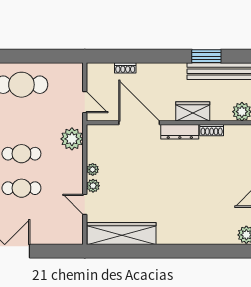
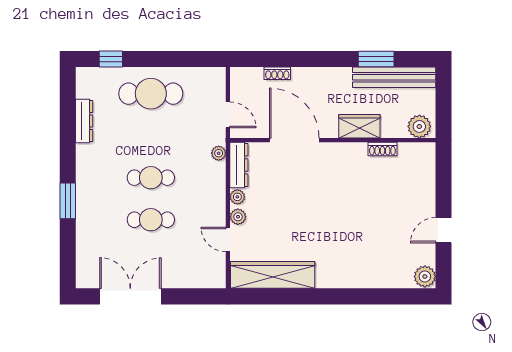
dresser: (180, 132) -> (239, 165), moved, turned -90
plant: (72, 139) -> (219, 153), width x0.53, depth x0.53

